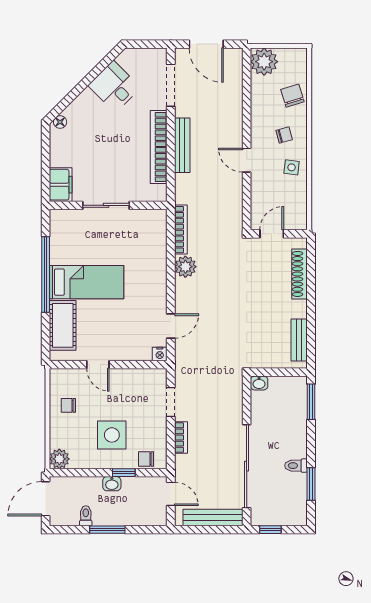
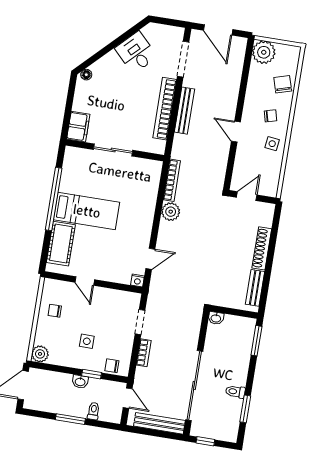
shoe rack: (299, 274) -> (262, 248), moved
side table: (112, 435) -> (87, 341), width x0.54, depth x0.54
toilet: (86, 516) -> (94, 411), moved

